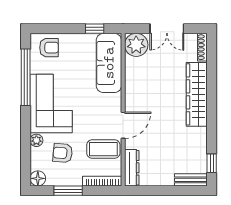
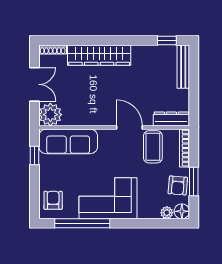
plant: (36, 140) -> (167, 213), moved
armchair: (63, 153) -> (178, 186), moved
bench: (191, 180) -> (183, 67), width x1.36

